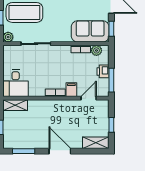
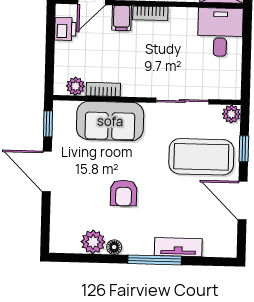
sofa: (90, 31) -> (110, 121), moved
printer: (103, 71) -> (65, 29), moved
window: (111, 80) -> (50, 33), removed

